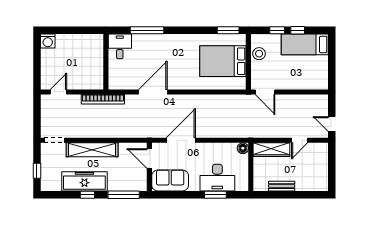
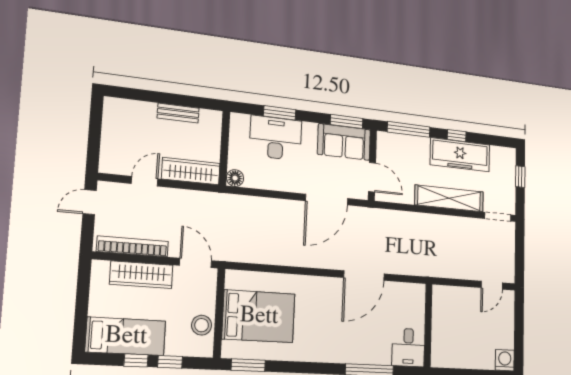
wardrobe: (298, 82) -> (141, 275), added
bookcase: (103, 99) -> (133, 246), moved
door: (332, 124) -> (90, 202), swing flipped
window: (169, 195) -> (347, 121), added

